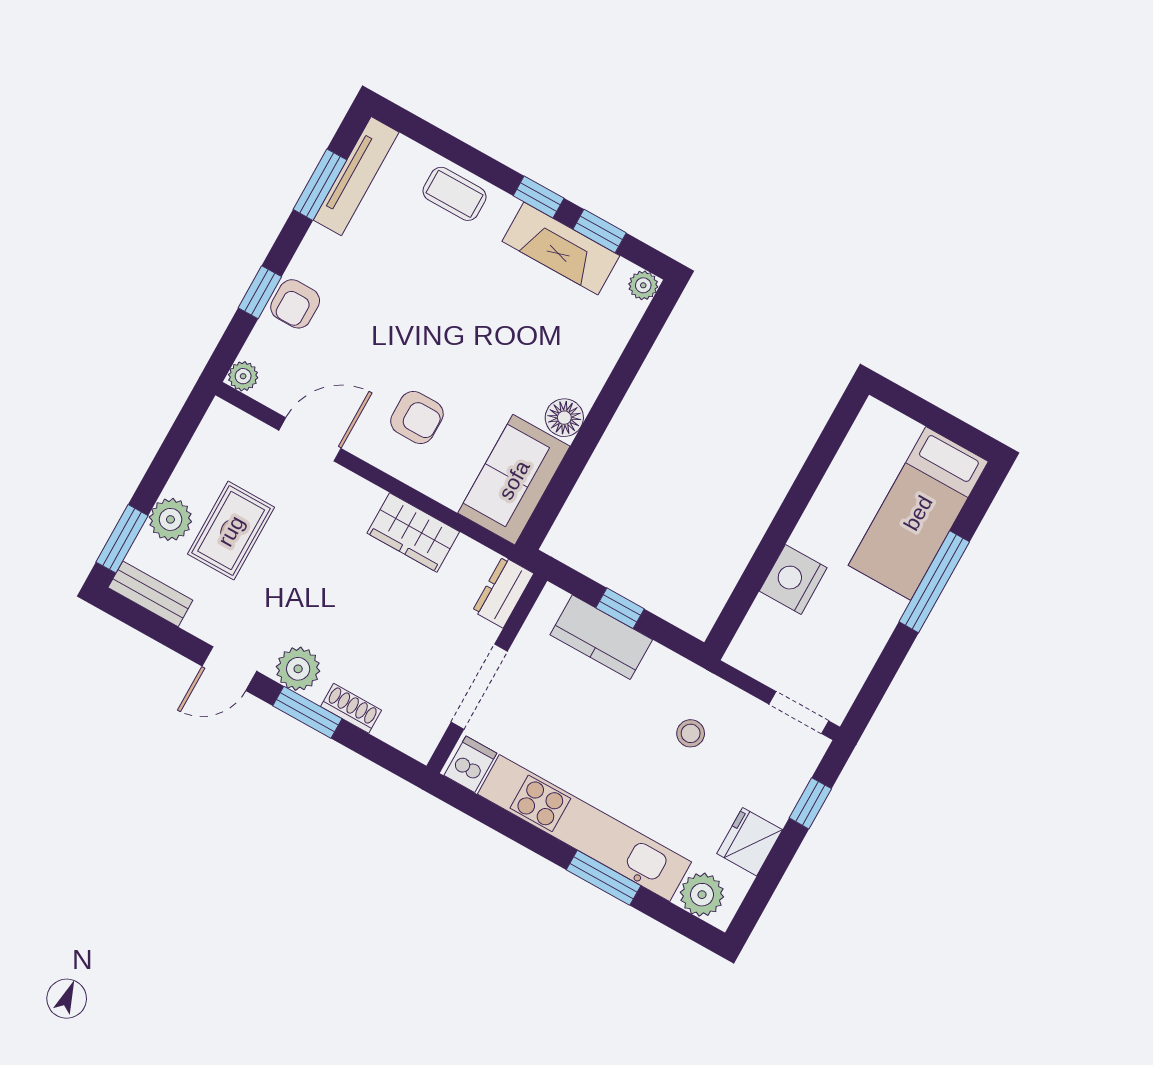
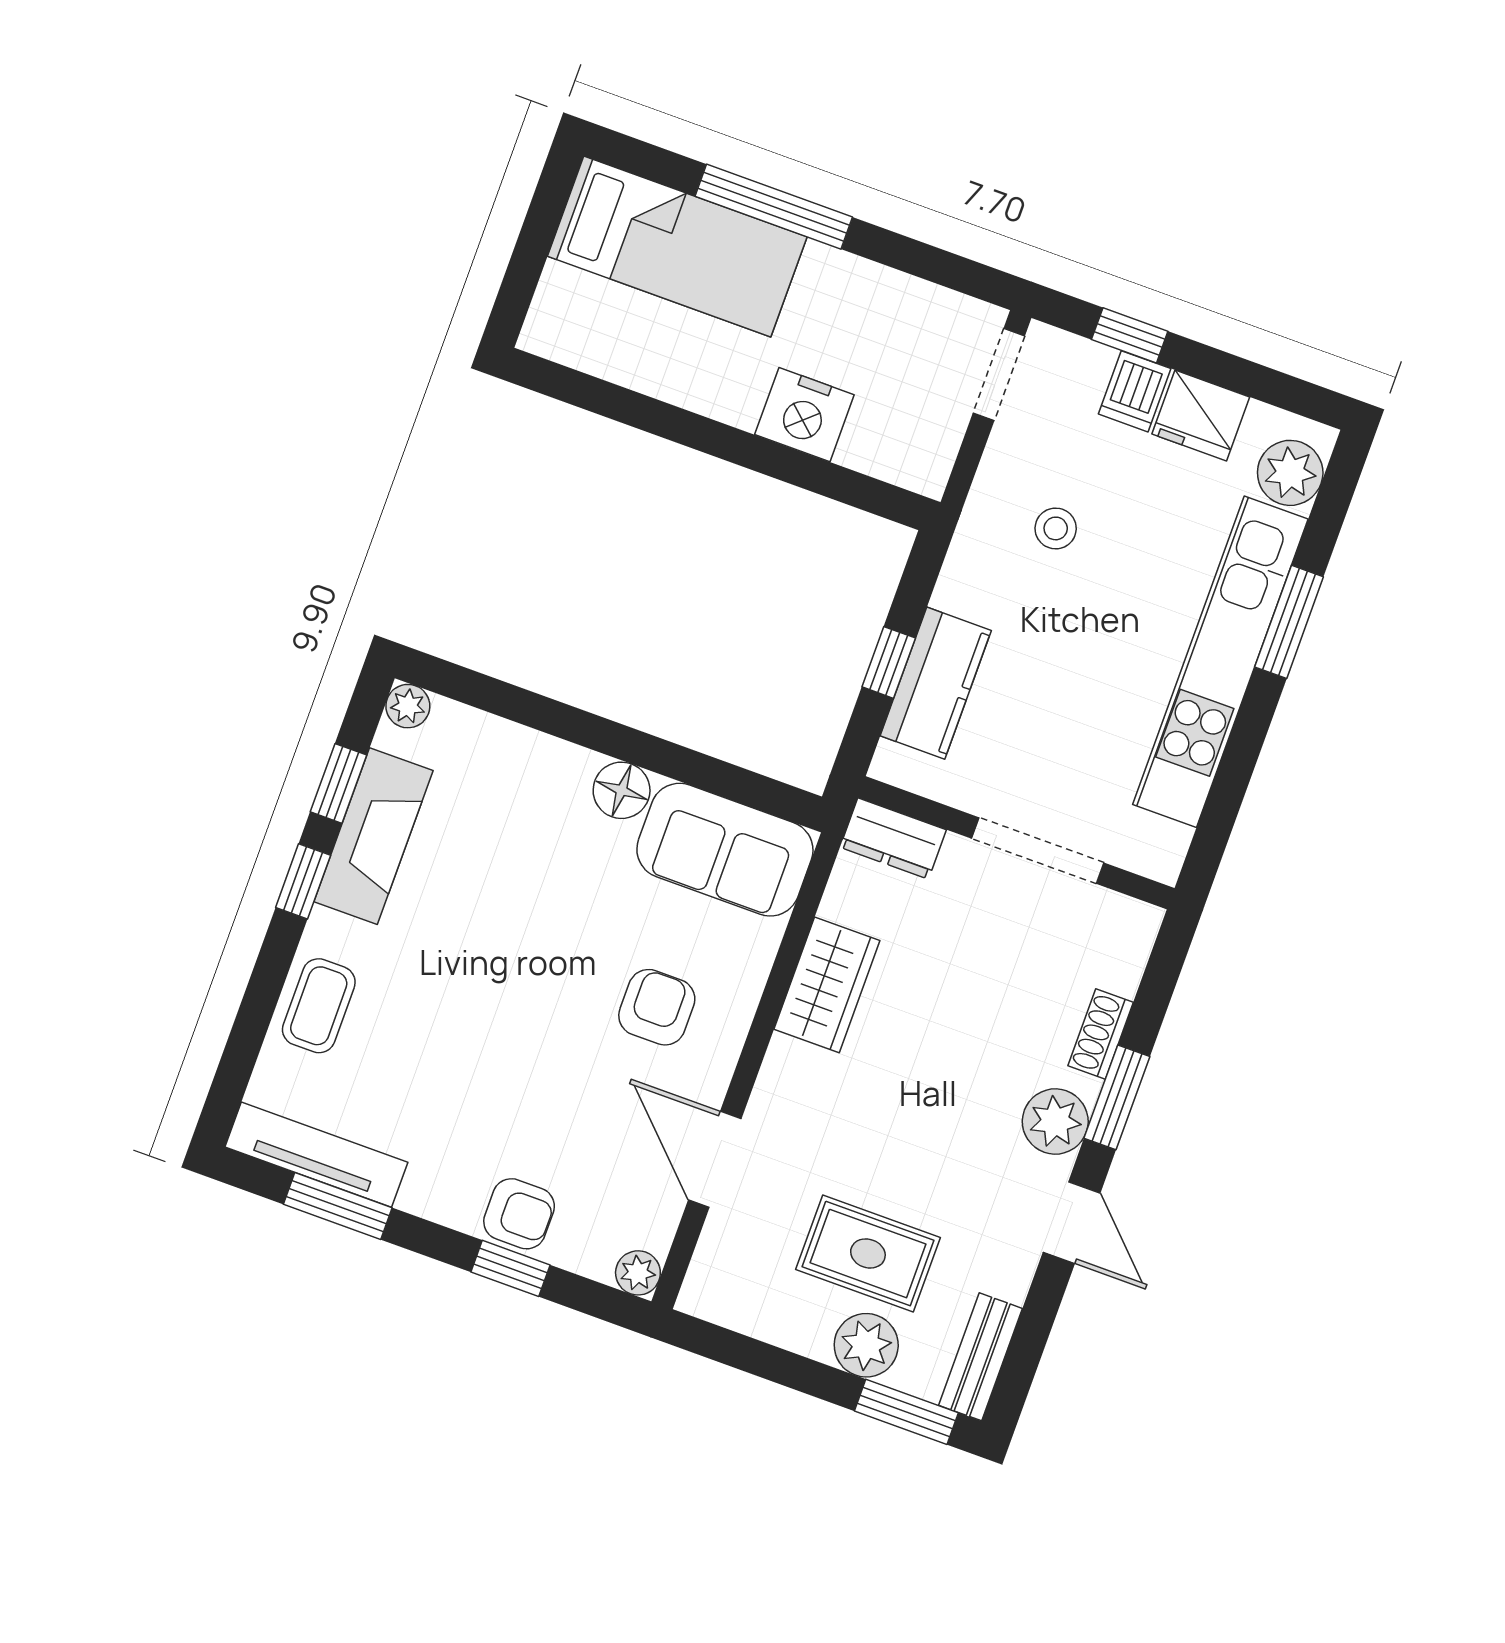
dishwasher: (470, 764) -> (1135, 391), moved, turned -90

